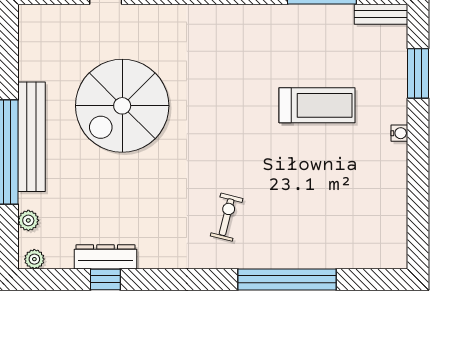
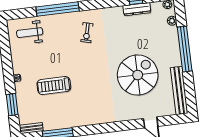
bench: (32, 137) -> (179, 90), moved
weight bench: (358, 233) -> (30, 33), added

